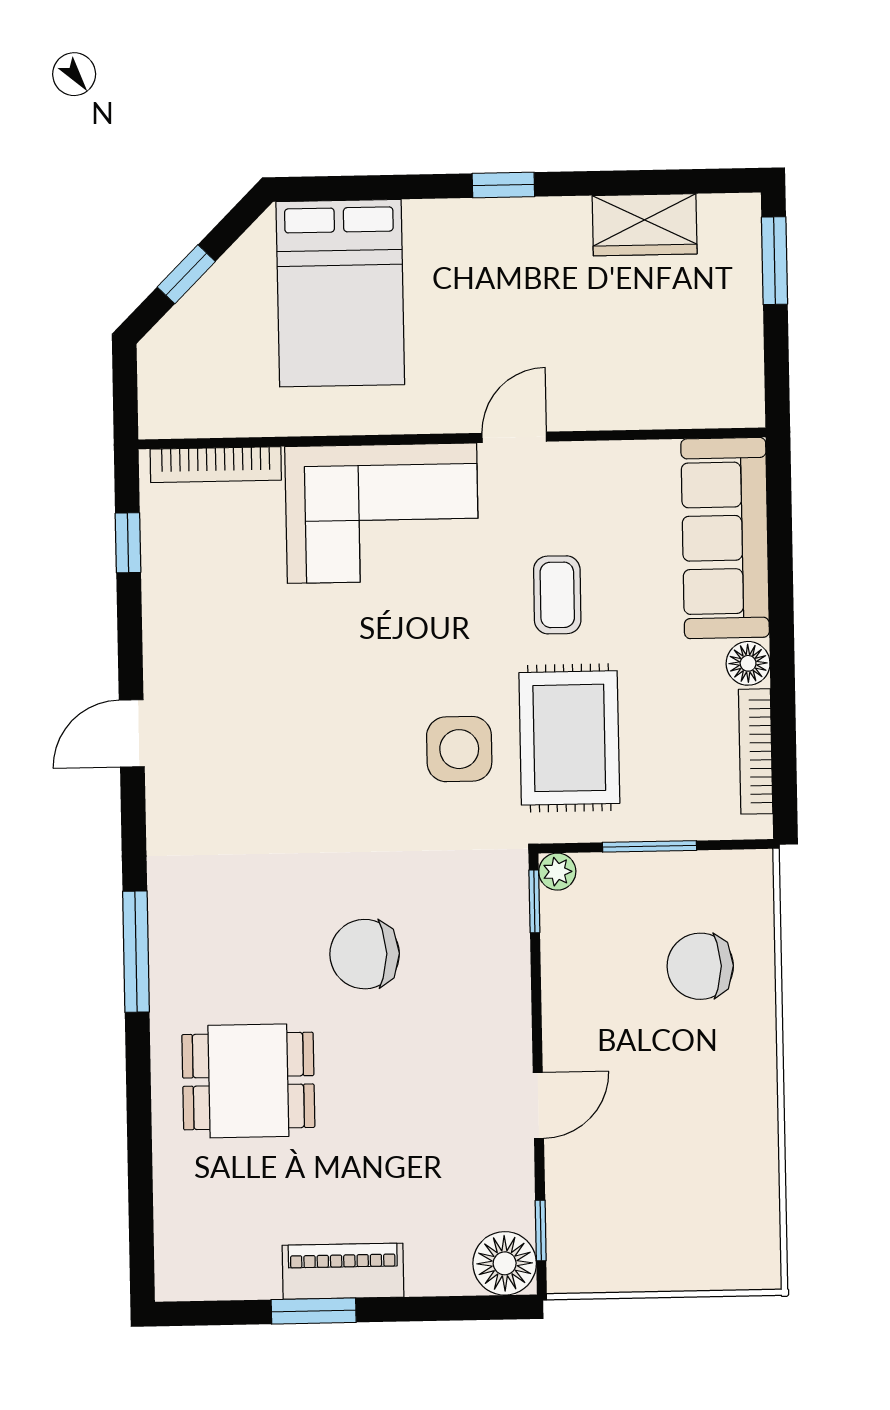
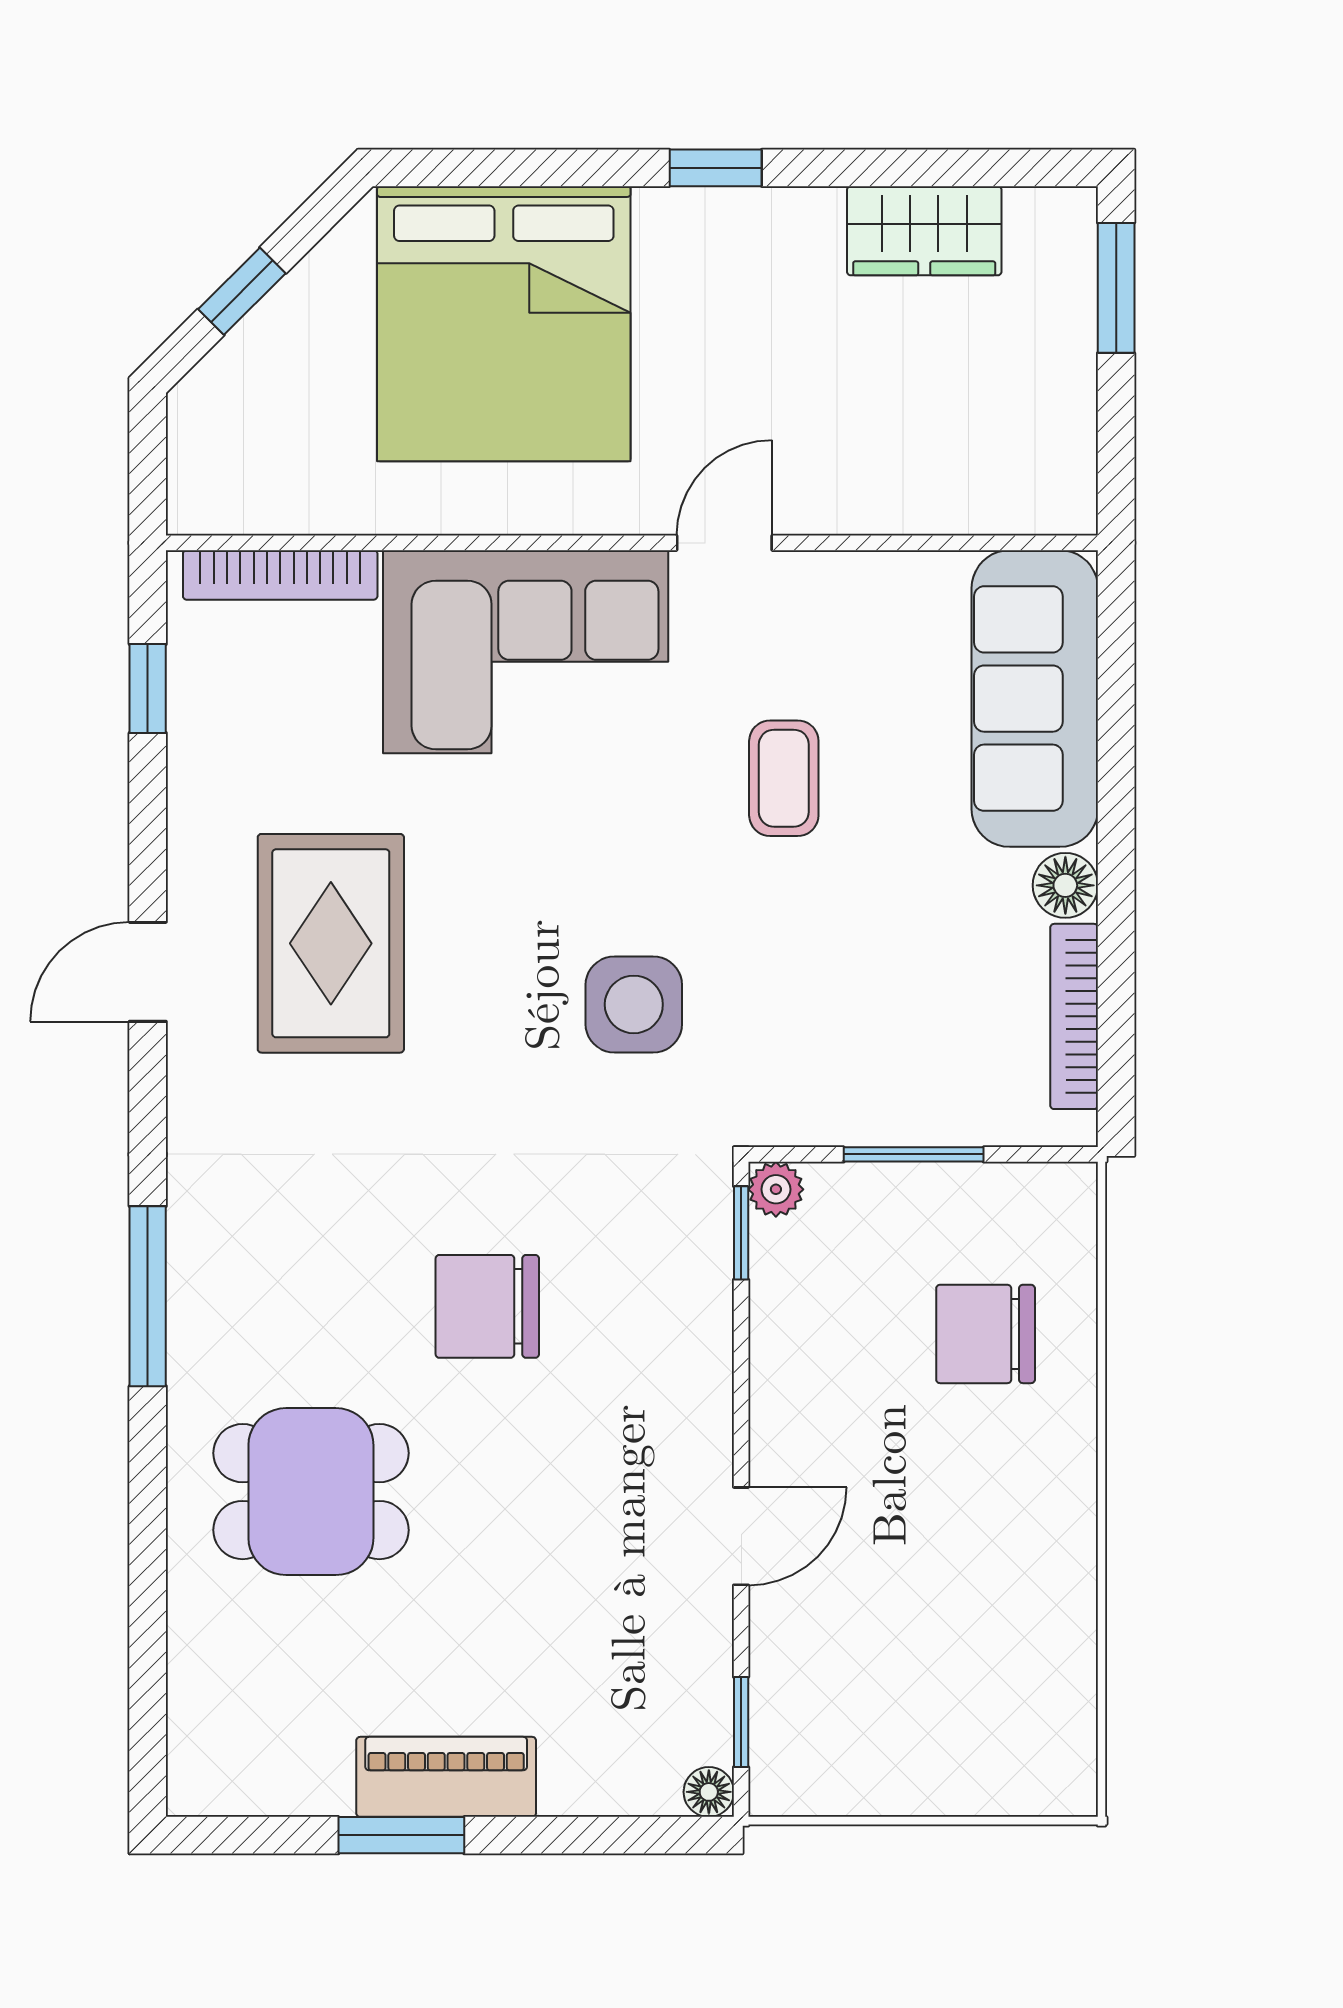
bed: (340, 293) -> (504, 324), width x1.36
rug: (569, 738) -> (331, 943), moved
floor lamp: (505, 1263) -> (709, 1792), width x0.53, depth x0.53

